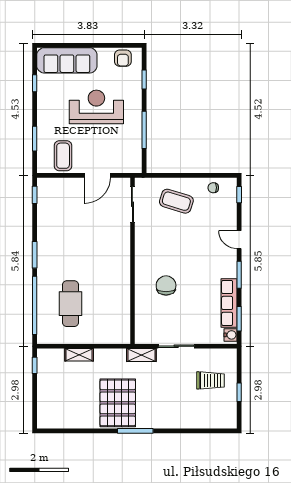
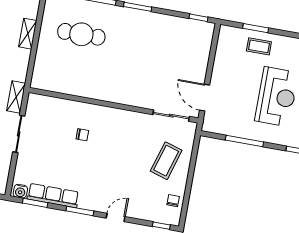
coffee table: (63, 156) -> (259, 46), moved, width x0.73, depth x0.77
door: (97, 175) -> (205, 98), moved
chair: (166, 285) -> (82, 135), width x0.54, depth x0.54

